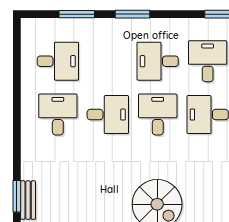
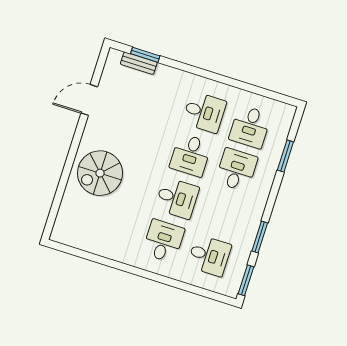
window: (133, 14) -> (260, 237), moved
desk: (158, 61) -> (236, 170), moved

